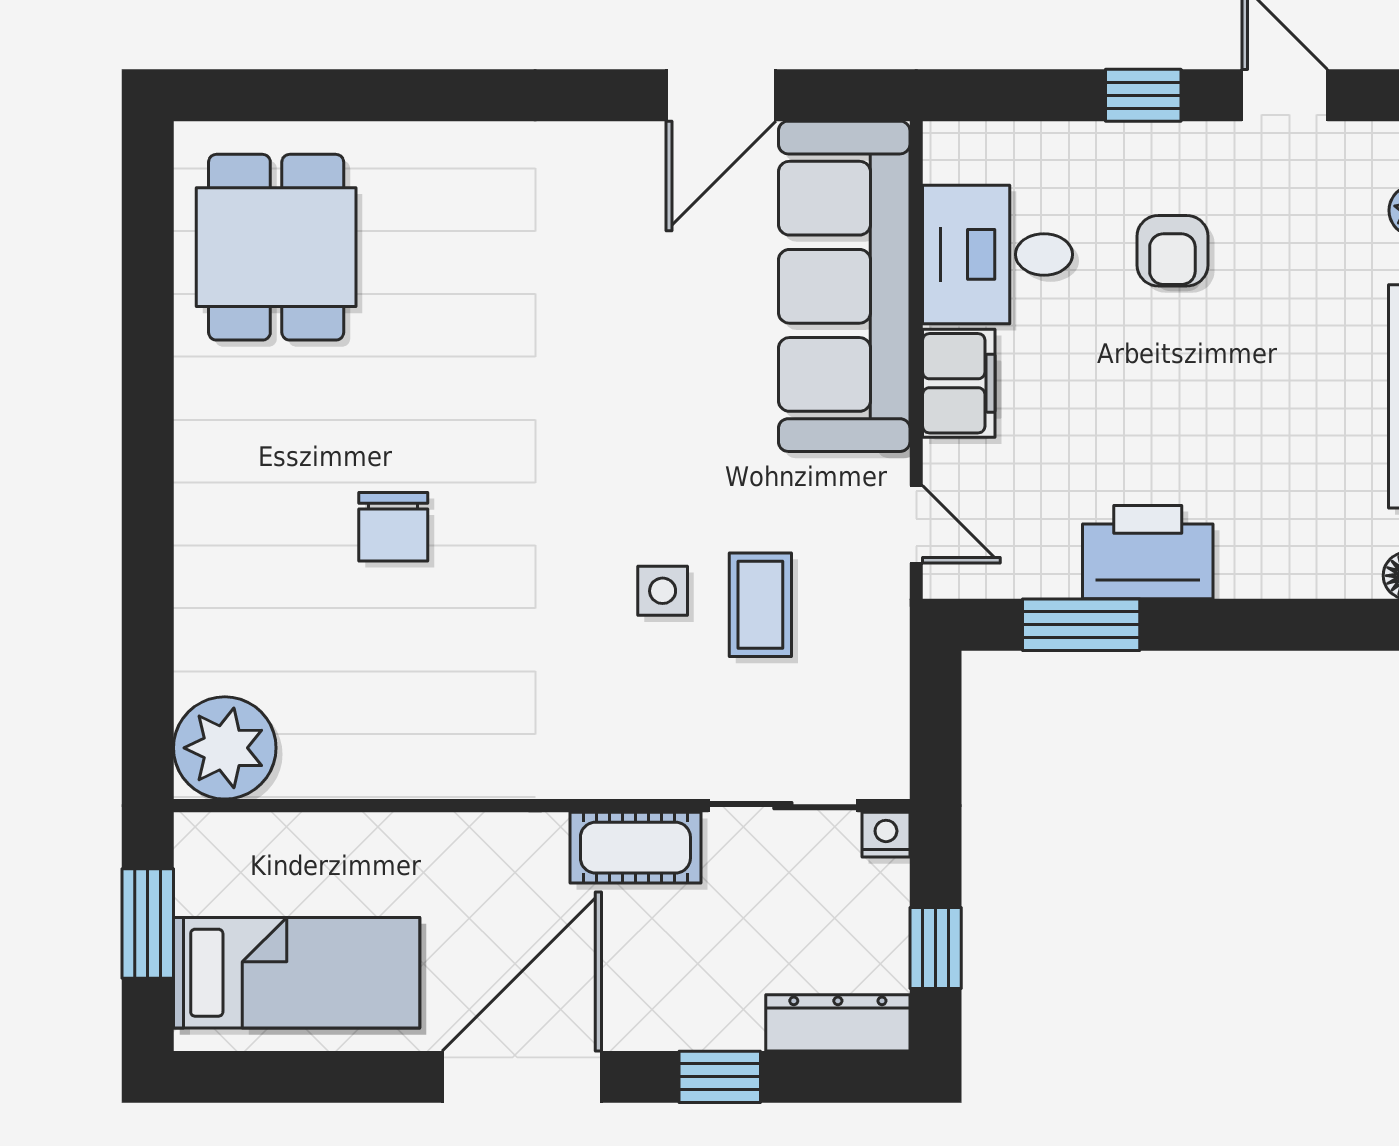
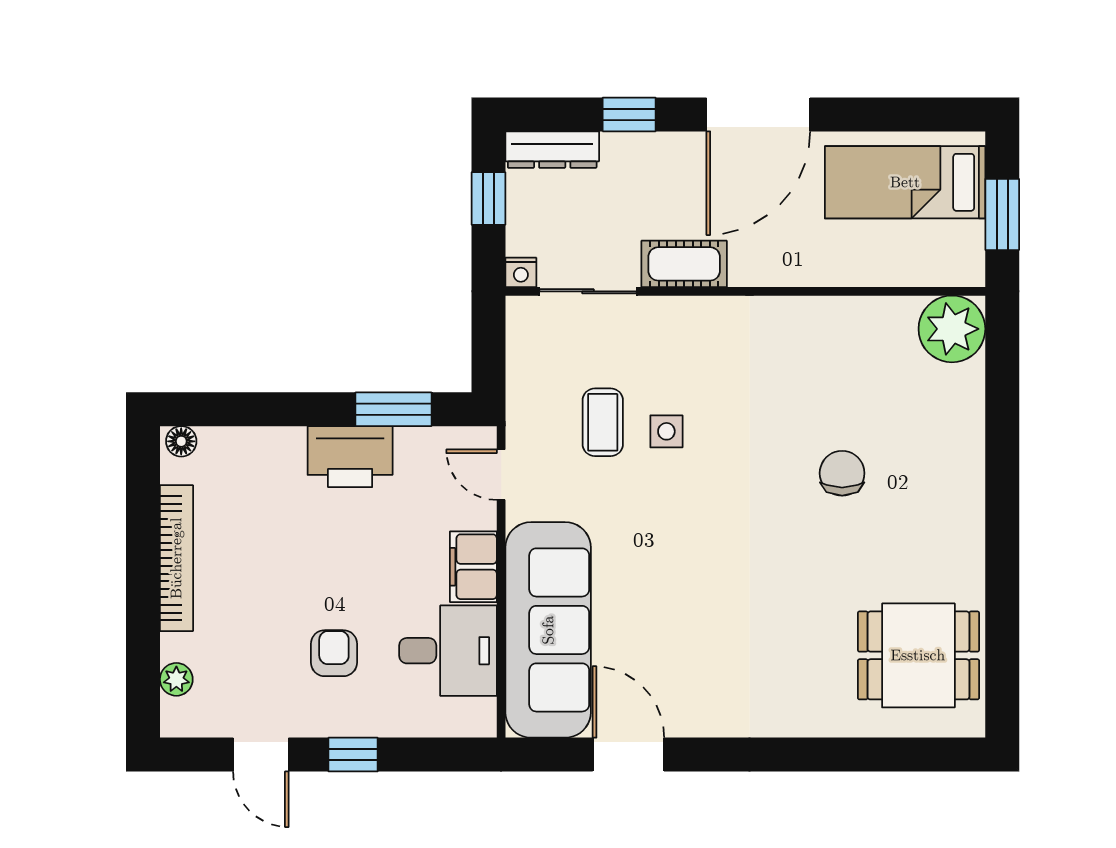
door: (721, 95) -> (628, 755), hinge flipped
dining table: (276, 247) -> (918, 655), turned 90

